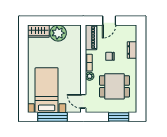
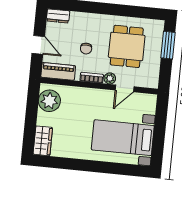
plant: (58, 33) -> (49, 101), moved
dresser: (132, 50) -> (58, 16), moved
door: (83, 101) -> (125, 88), moved
window: (53, 117) -> (159, 133), removed

